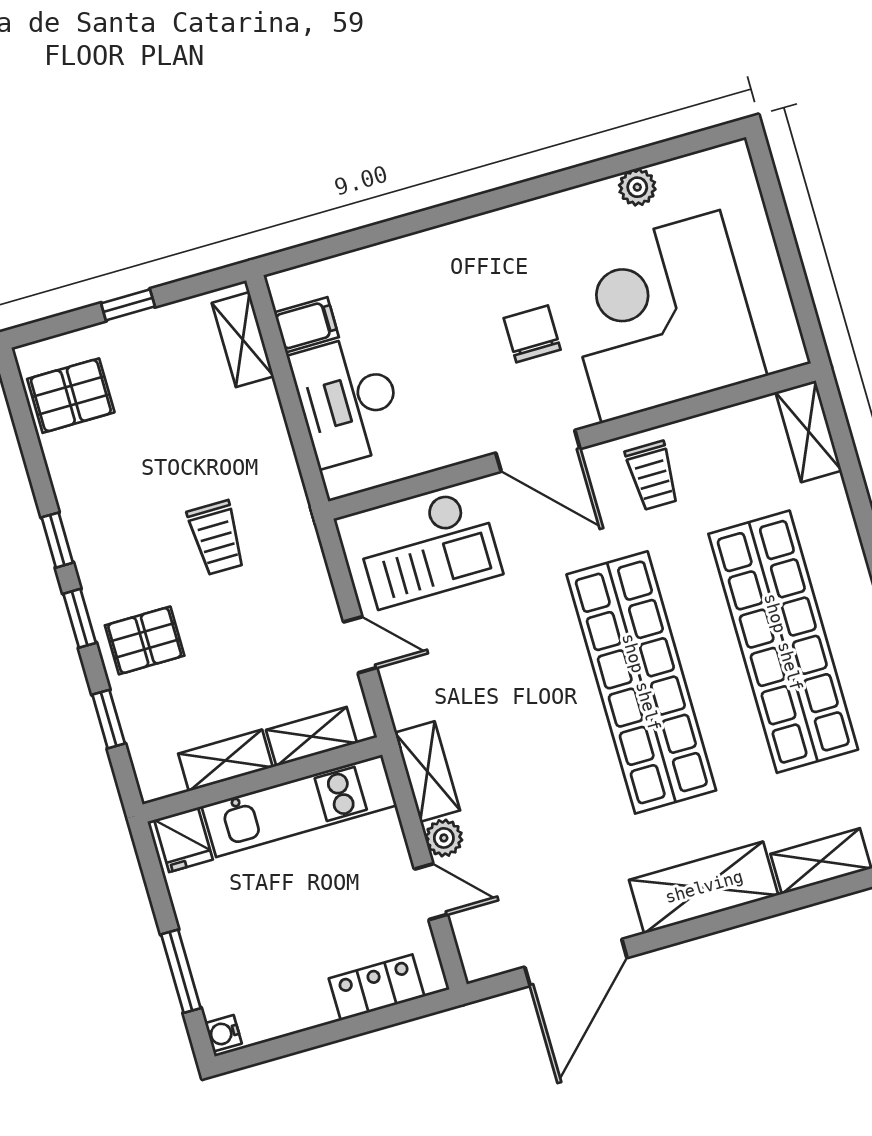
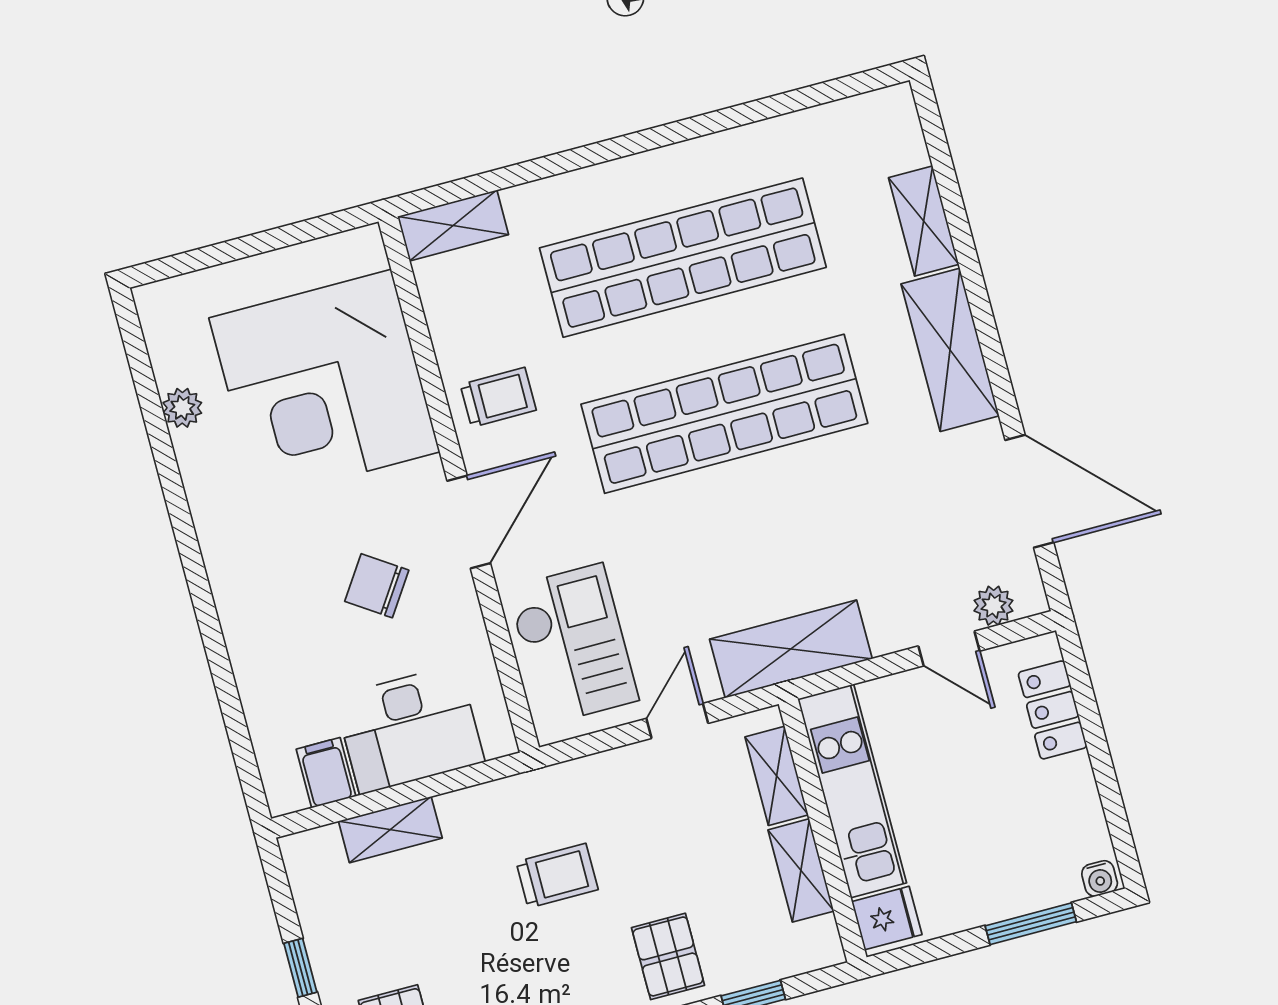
chair: (532, 334) -> (377, 586), moved, turned 34
shelving: (243, 340) -> (390, 830), moved
shelving: (427, 772) -> (791, 649), width x1.50, depth x1.33
plant: (444, 838) -> (993, 606), moved
door: (431, 892) -> (949, 648), swing flipped

